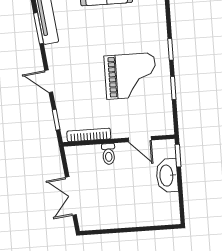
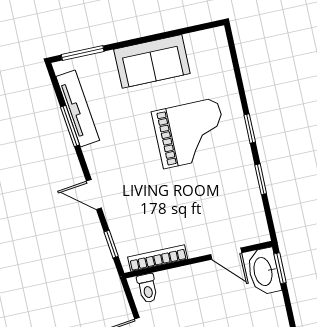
grand piano: (131, 76) -> (191, 133), moved
toilet: (109, 154) -> (147, 288), moved
washbasin: (167, 175) -> (264, 271), moved

